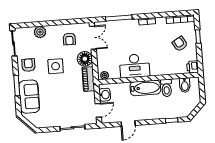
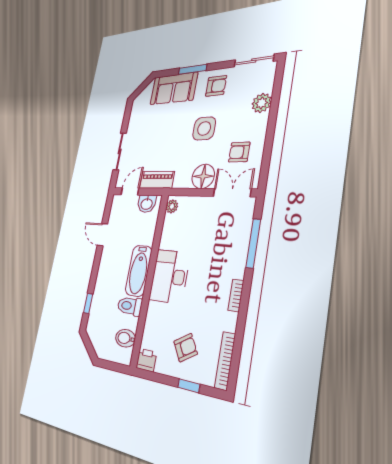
double door: (93, 38) -> (232, 193), swing flipped
desk: (135, 66) -> (170, 276), moved
piano: (88, 79) -> (157, 180), moved
door: (98, 110) -> (130, 191), swing flipped

